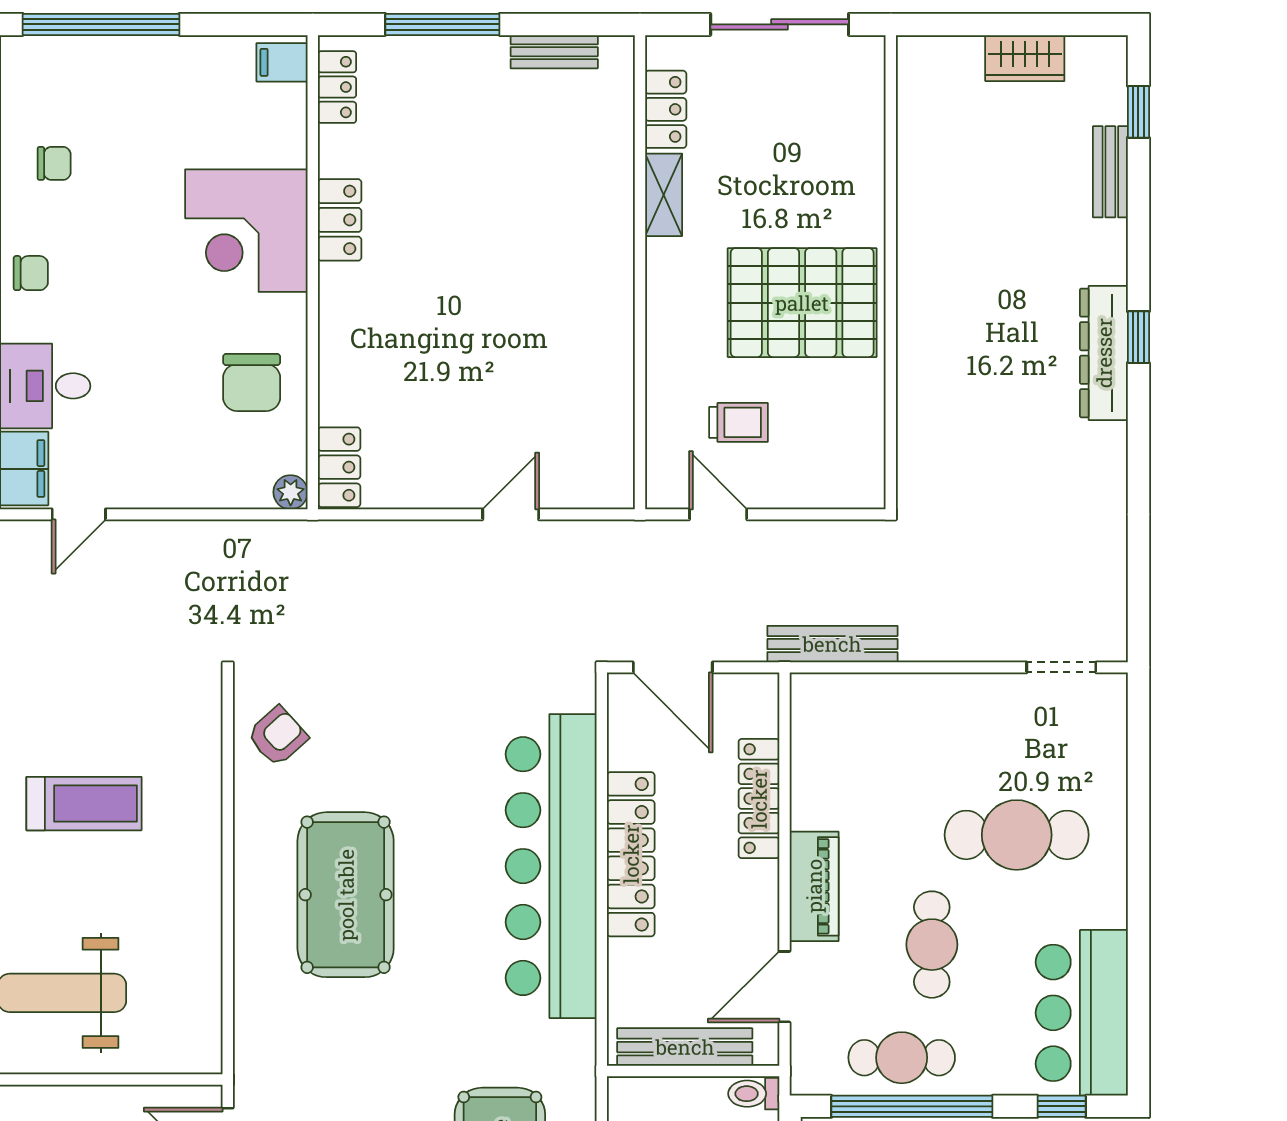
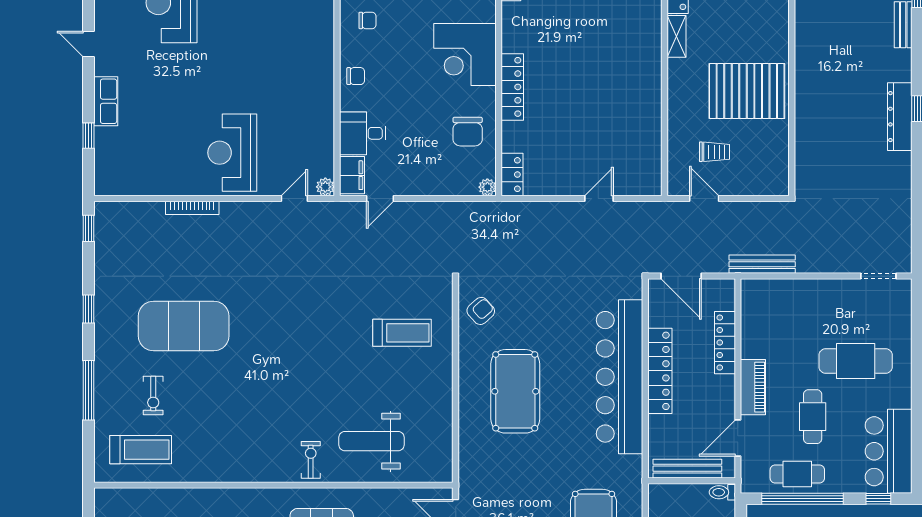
locker: (340, 220) -> (512, 87), moved, width x1.53
treadmill: (84, 804) -> (402, 333), moved

